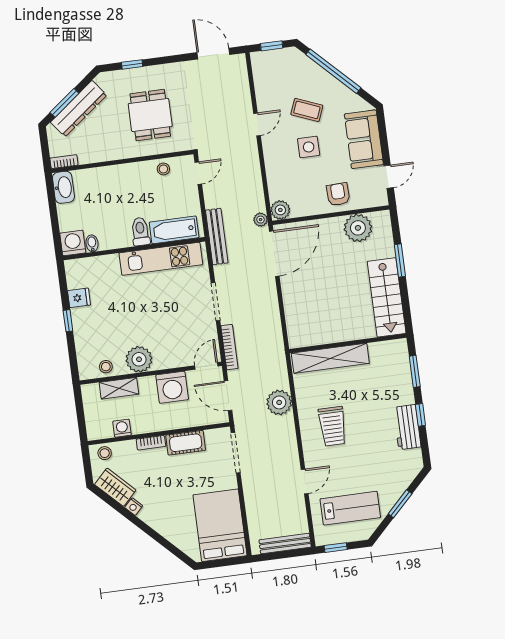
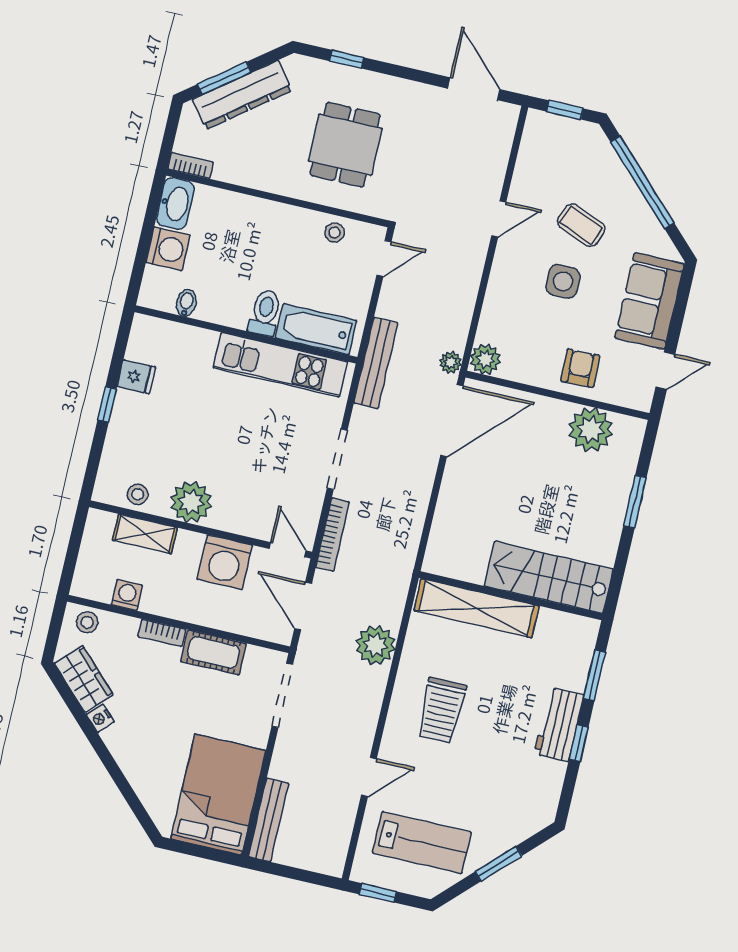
washing machine: (73, 243) -> (168, 249), moved, turned 90
stairs: (387, 297) -> (549, 577), moved, turned 90
door: (206, 366) -> (288, 550), hinge flipped
workbench: (407, 427) -> (559, 724), moved
bench: (285, 544) -> (268, 820), moved, turned 90

